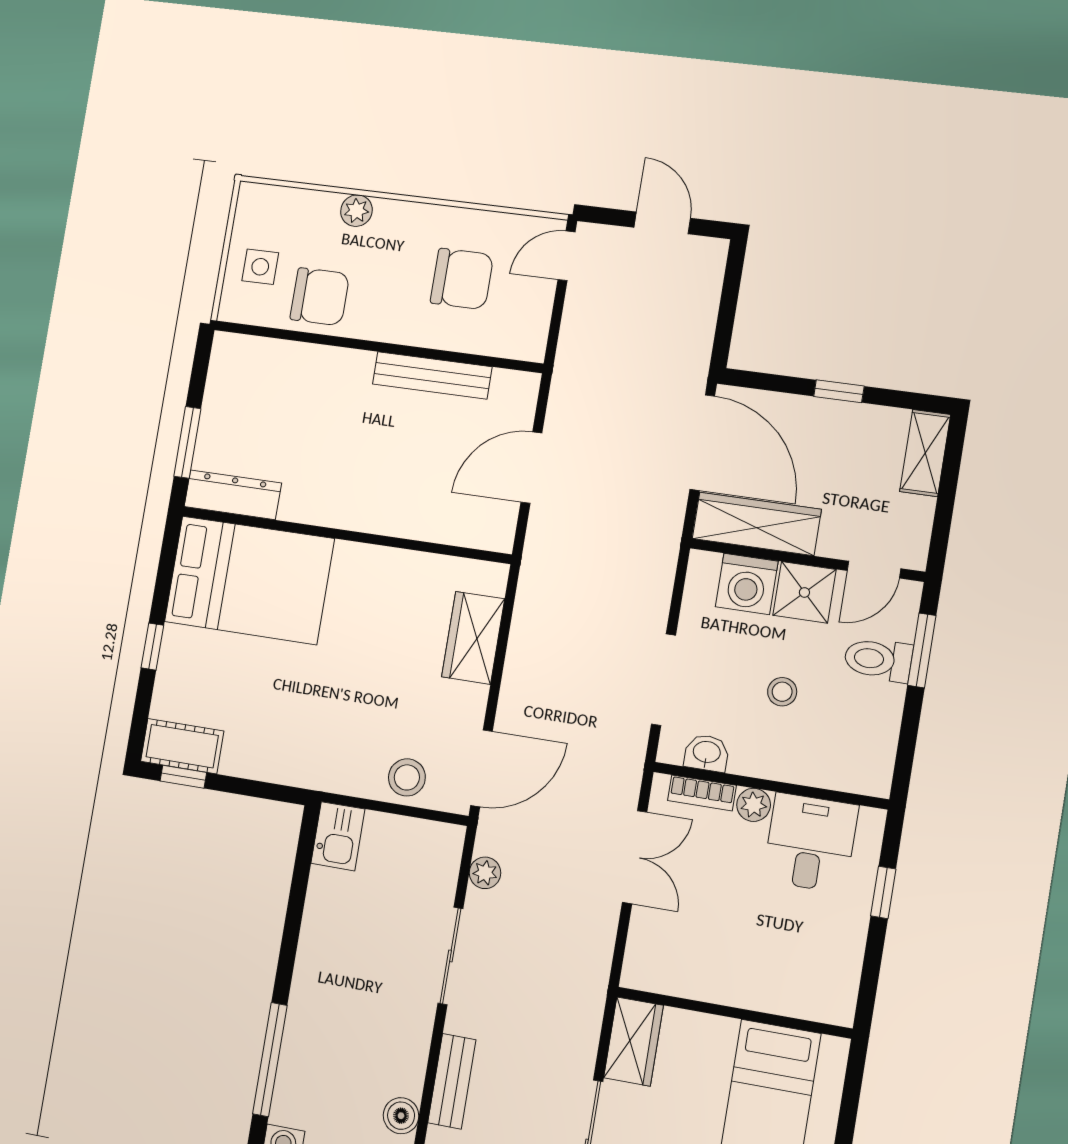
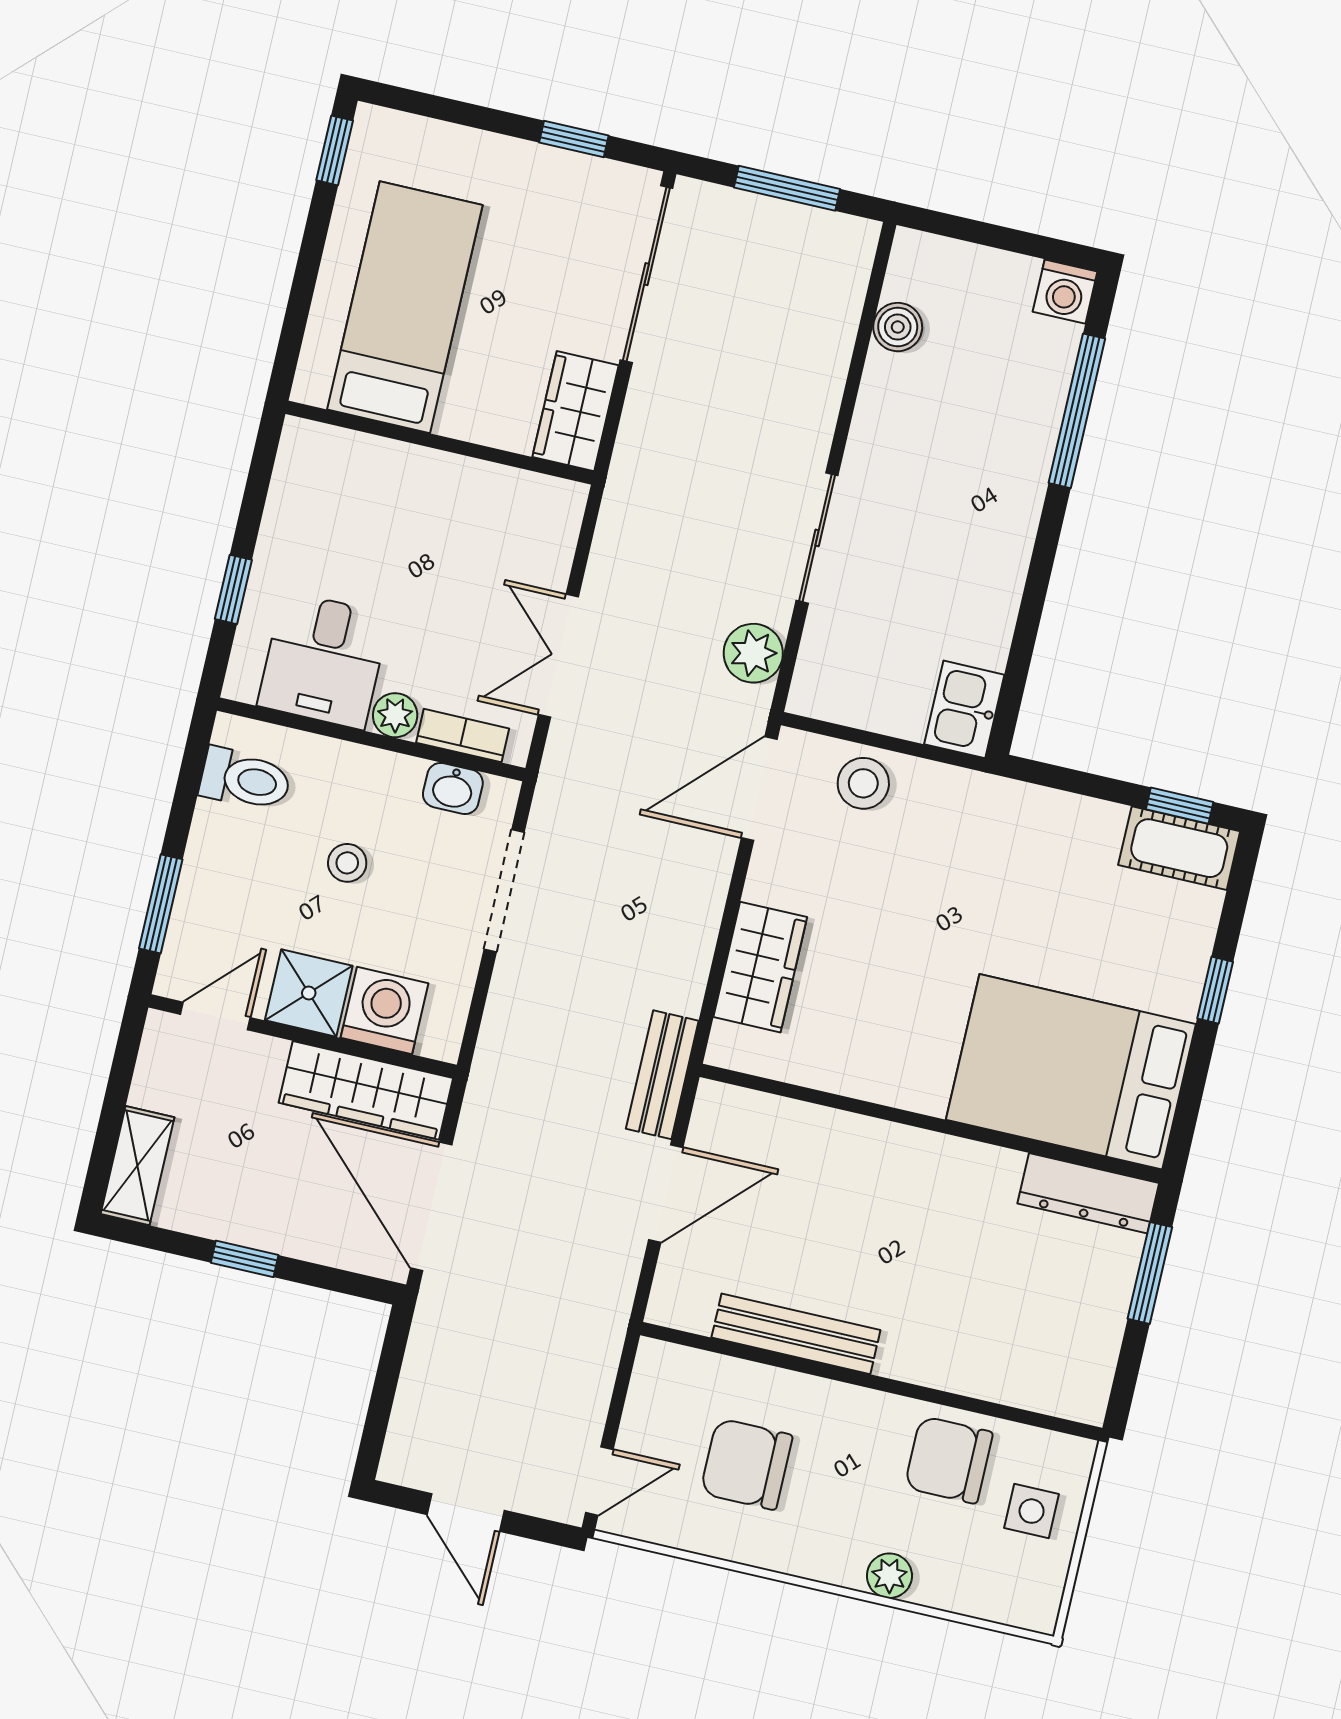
toilet: (878, 660) -> (245, 779), moved
plant: (485, 873) -> (753, 653), width x1.38, depth x1.38
bench: (452, 1081) -> (662, 1075), moved

